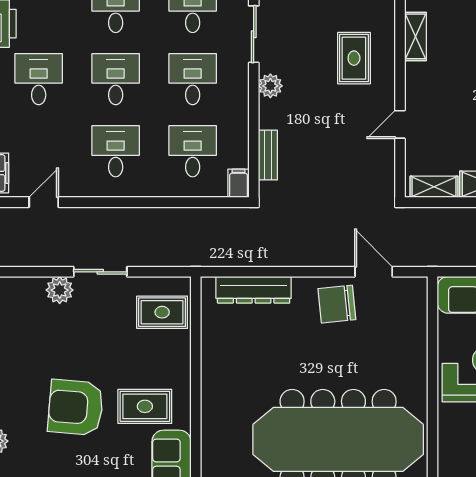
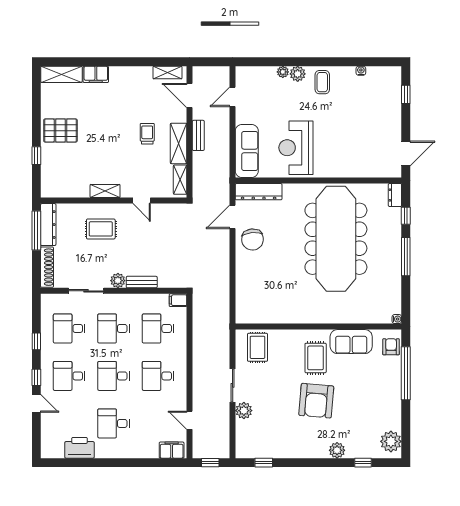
shelving: (415, 36) -> (105, 191), moved
bench: (268, 155) -> (142, 282), moved
dresser: (254, 290) -> (259, 192), moved, turned 90

